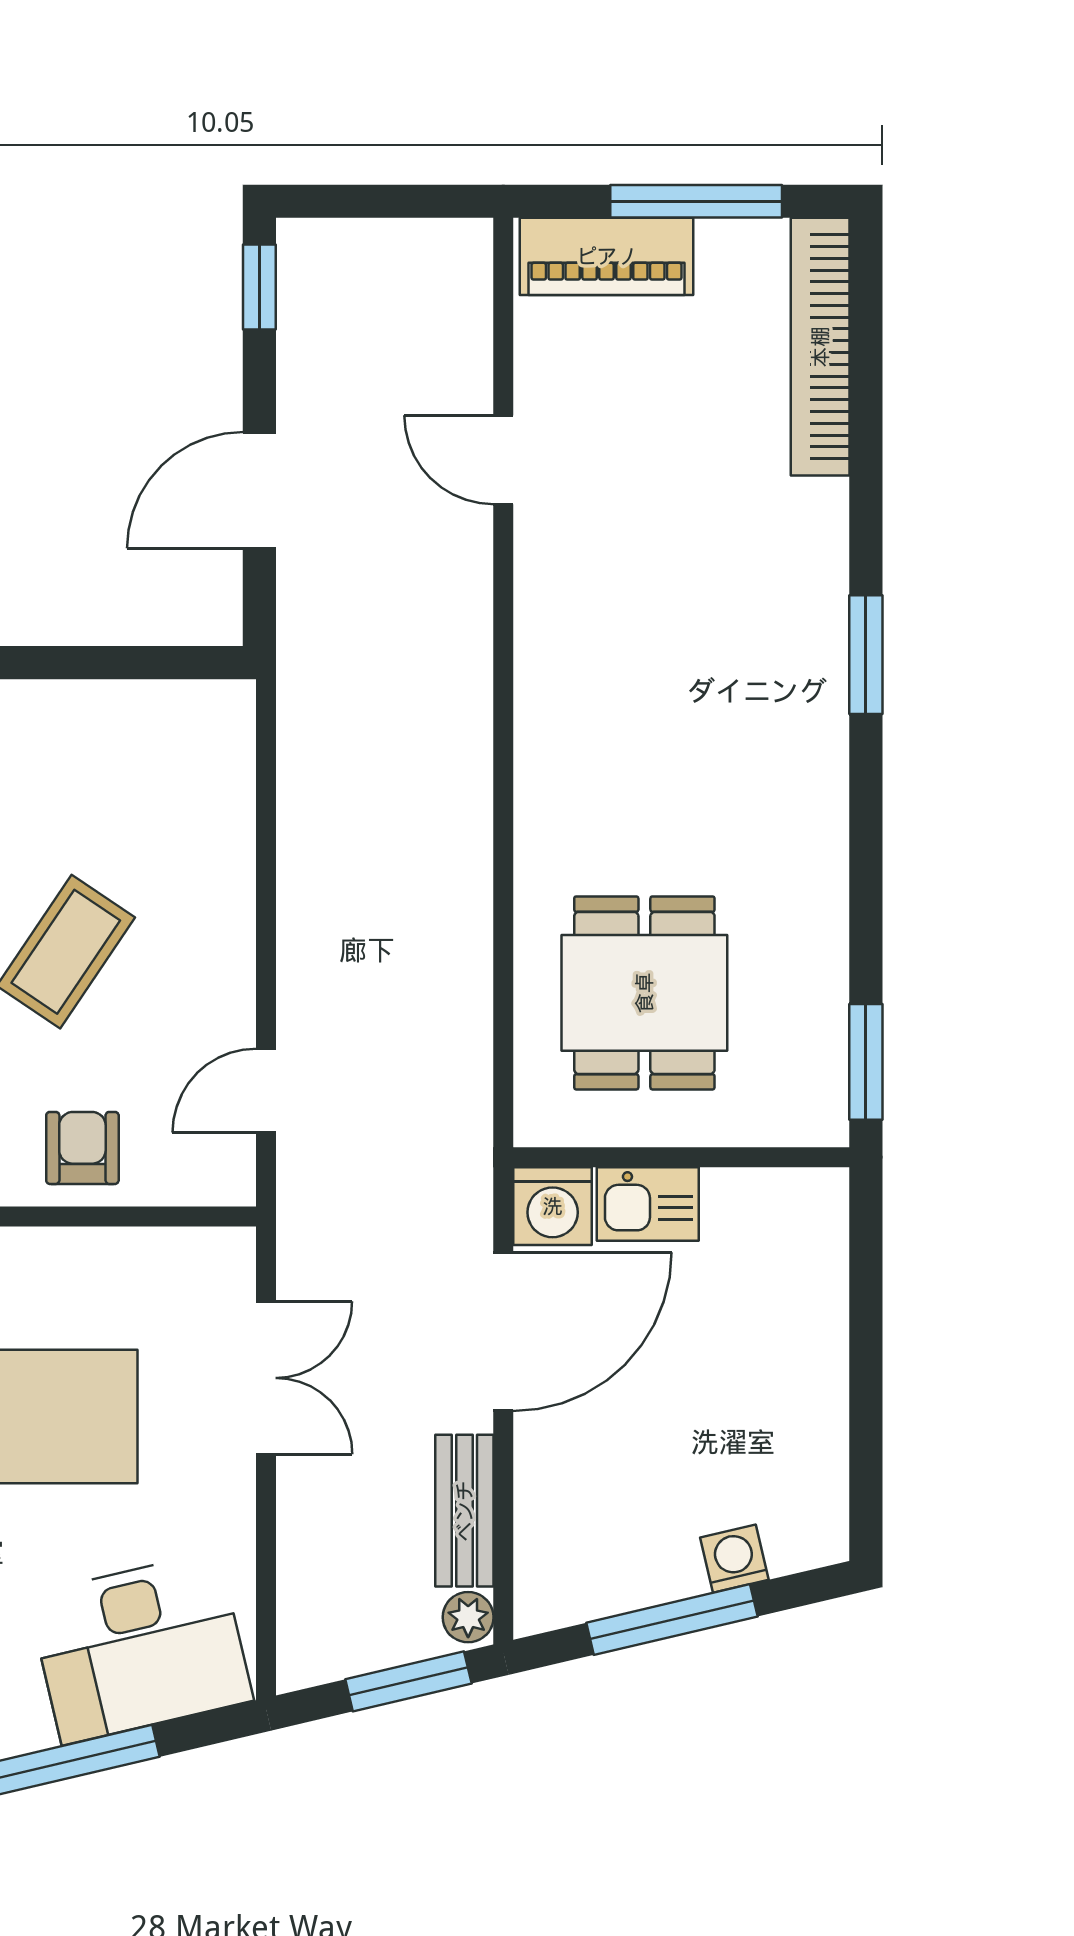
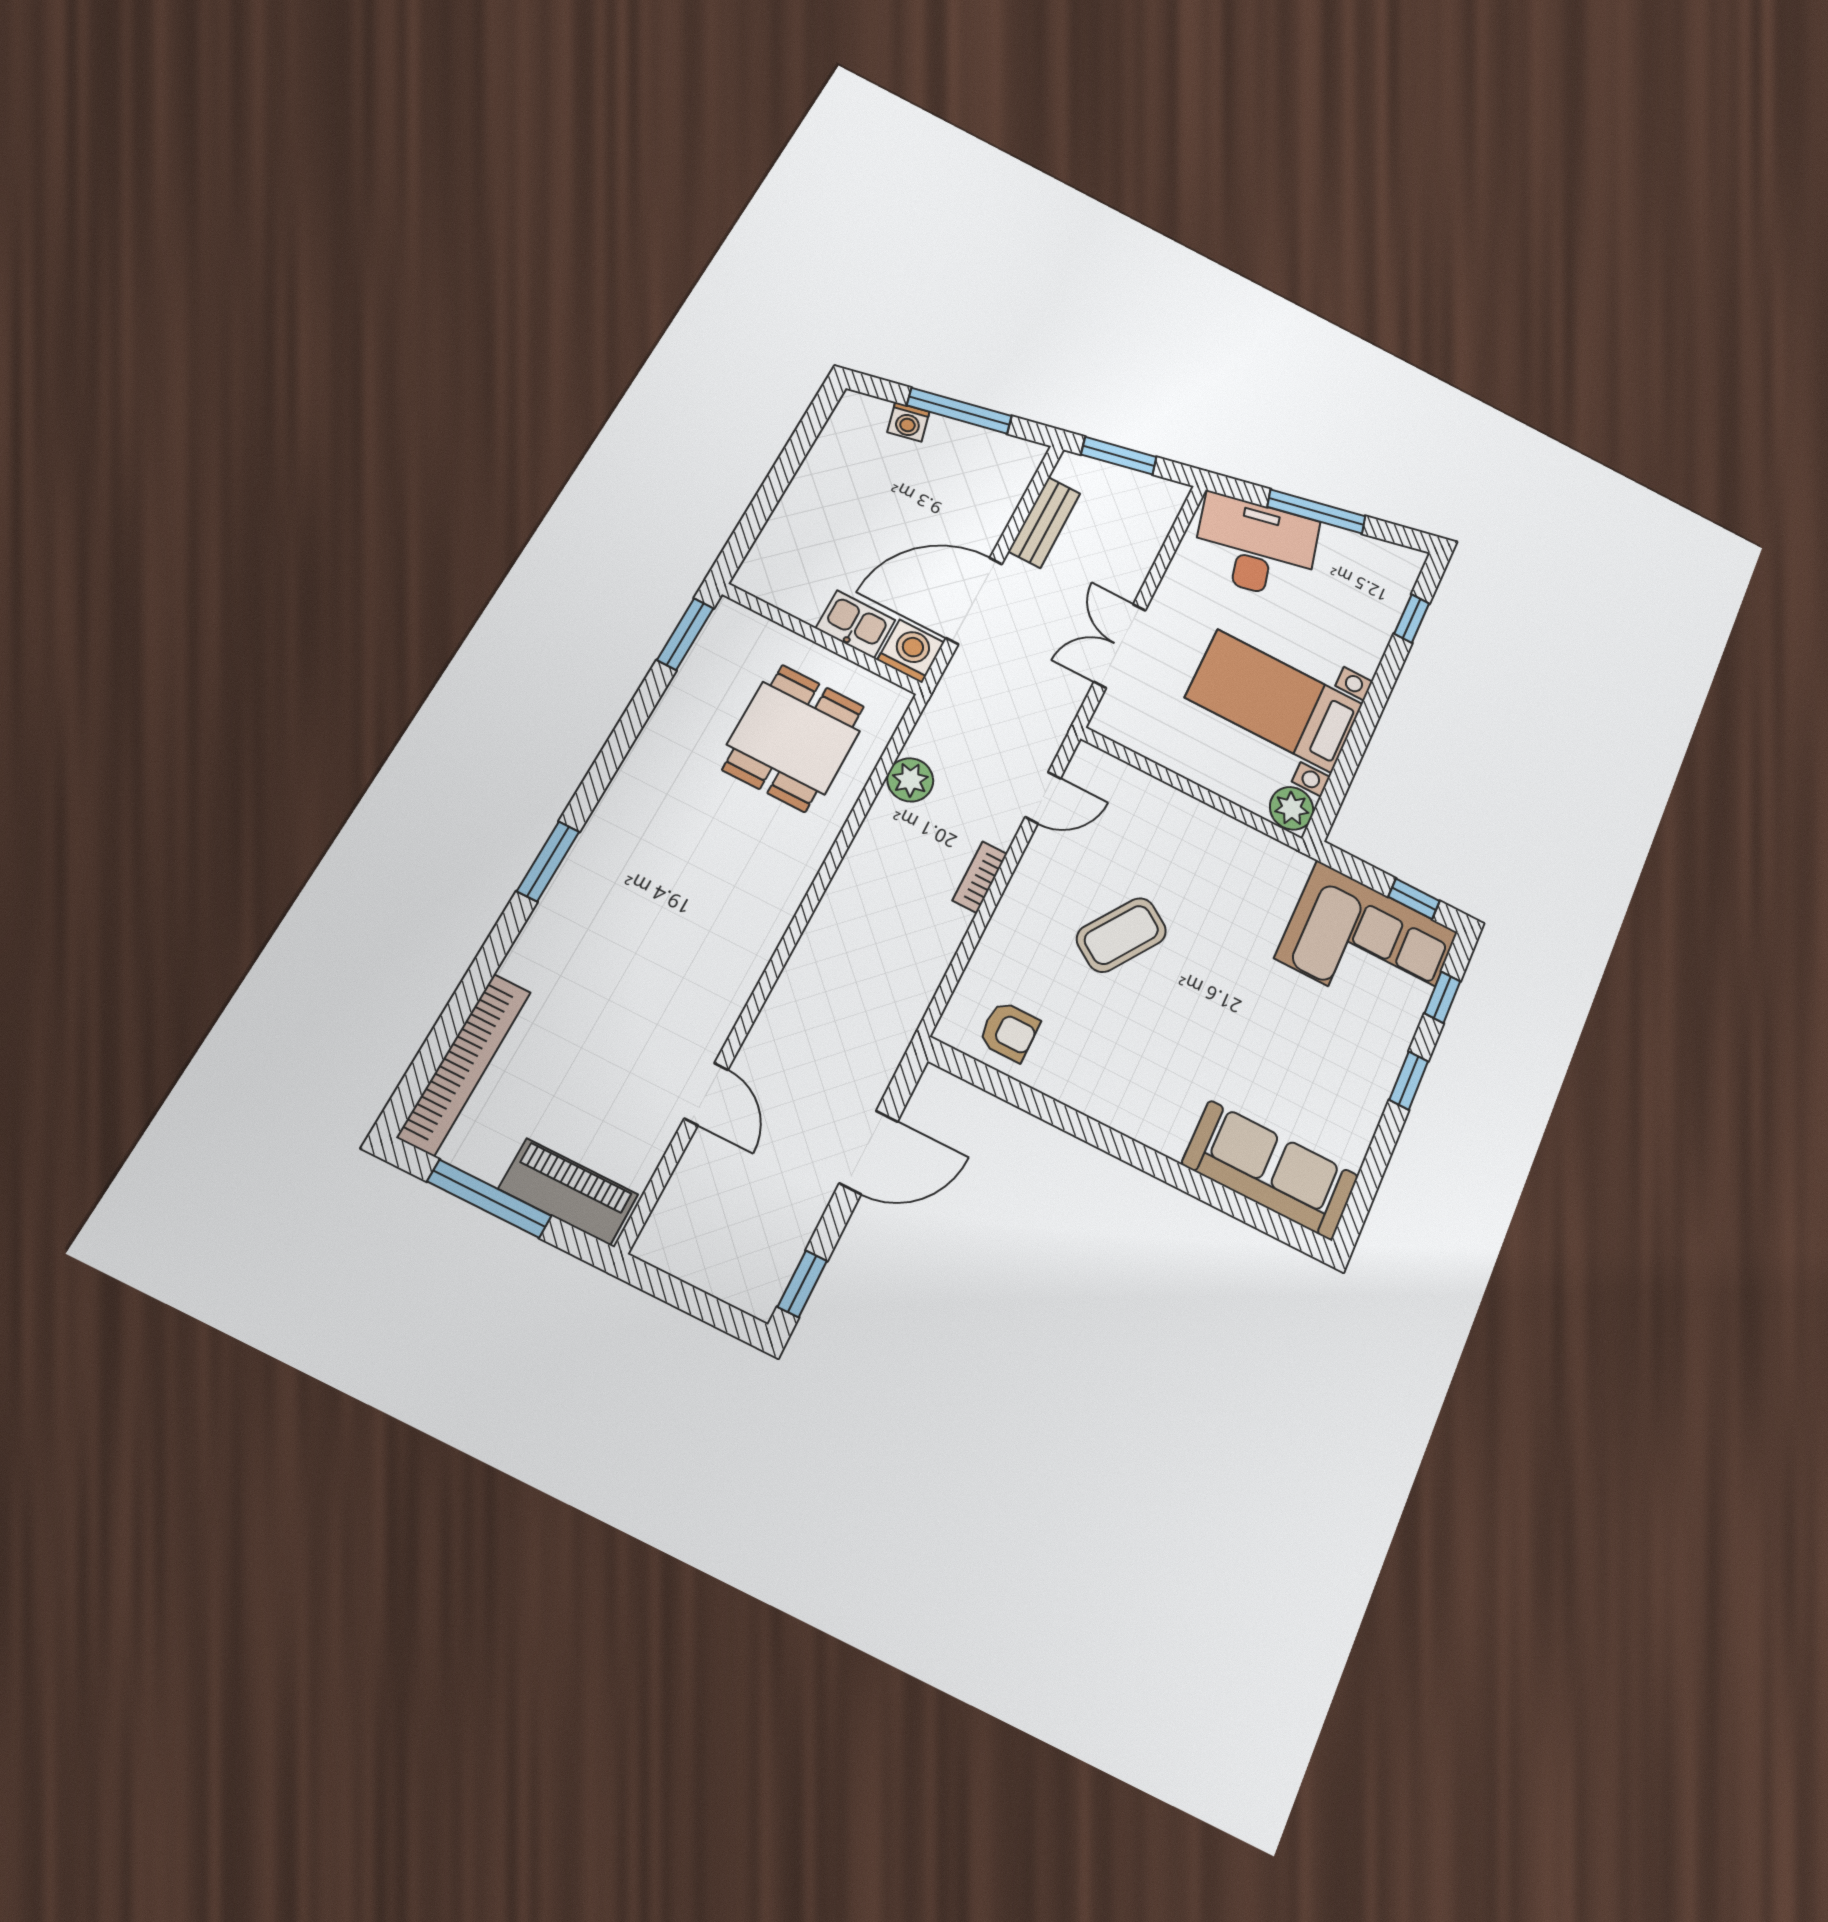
bookcase: (297, 931) -> (980, 877), added
armchair: (82, 1148) -> (1009, 1031), moved, turned -90
plant: (468, 1617) -> (910, 780), moved, width x1.38, depth x1.38

